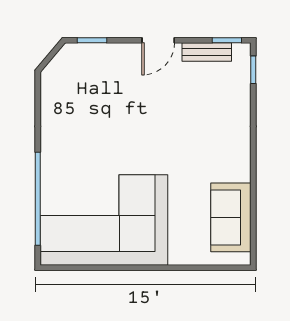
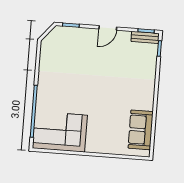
bench: (207, 52) -> (145, 37), moved
corner sofa: (104, 220) -> (60, 132), width x0.73, depth x0.74

